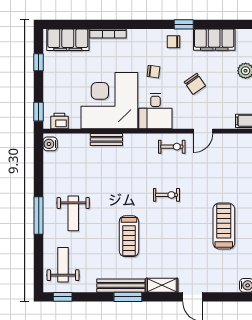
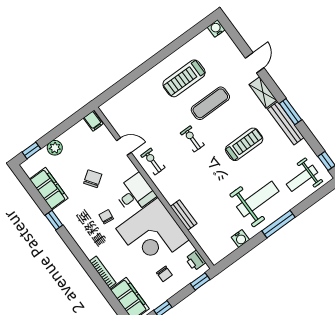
chair: (174, 42) -> (164, 274), moved
water cooler: (50, 144) -> (240, 239), moved
weight bench: (73, 213) -> (258, 199), width x1.36, depth x1.33
exercise mat: (186, 233) -> (210, 103), added

